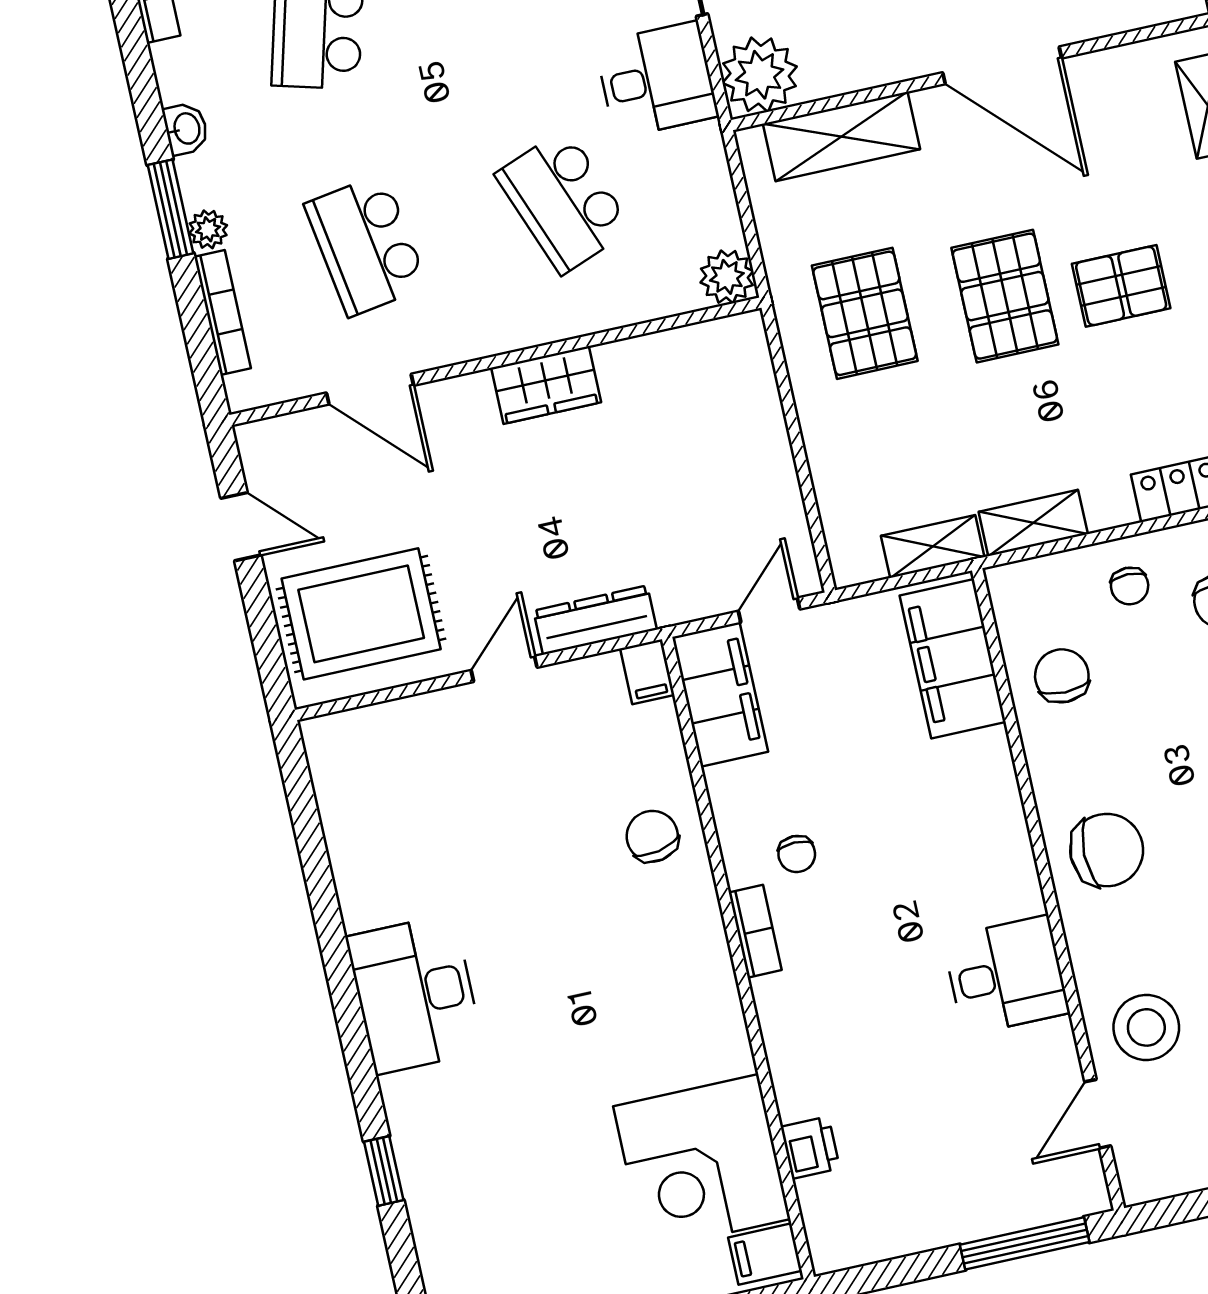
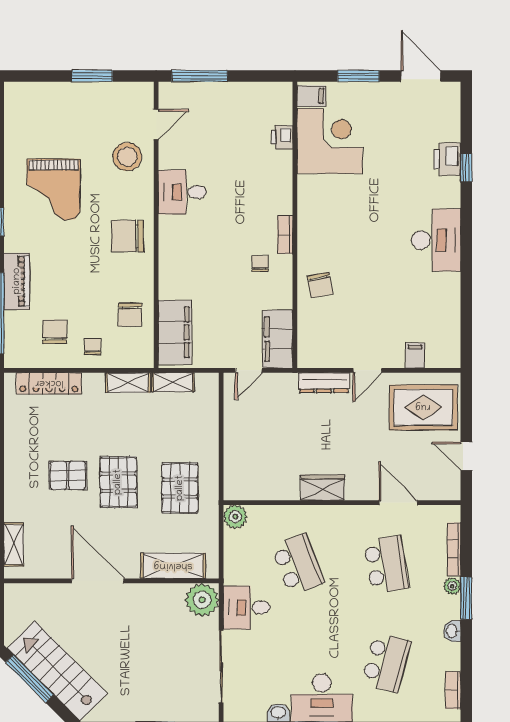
filing cabinet: (647, 672) -> (415, 356), moved
printer: (430, 1180) -> (447, 159), added

